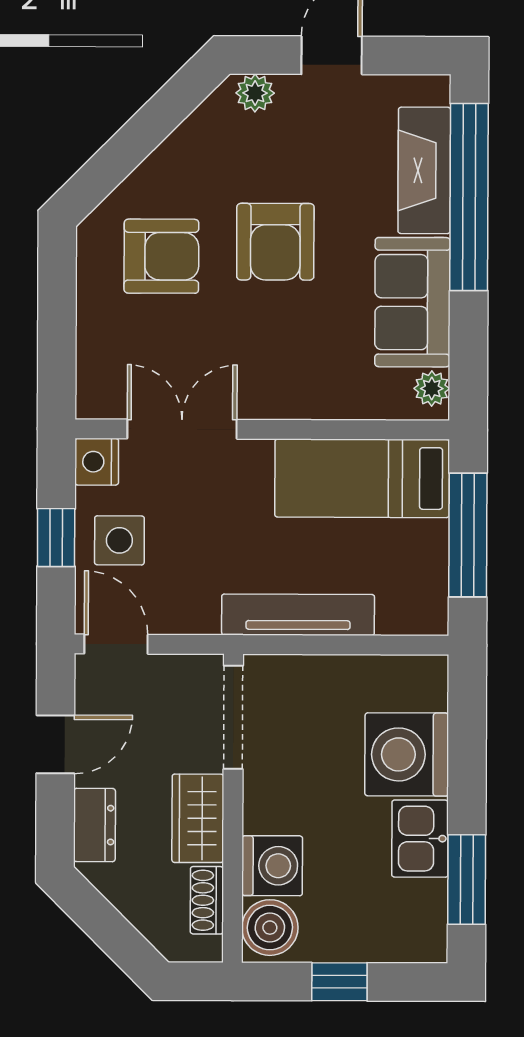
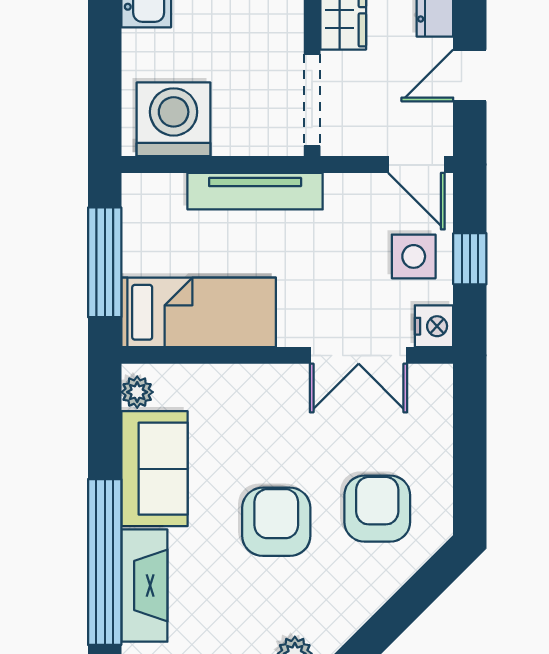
armchair: (161, 256) -> (377, 509), turned 90
washing machine: (407, 754) -> (174, 119), moved, turned -90

